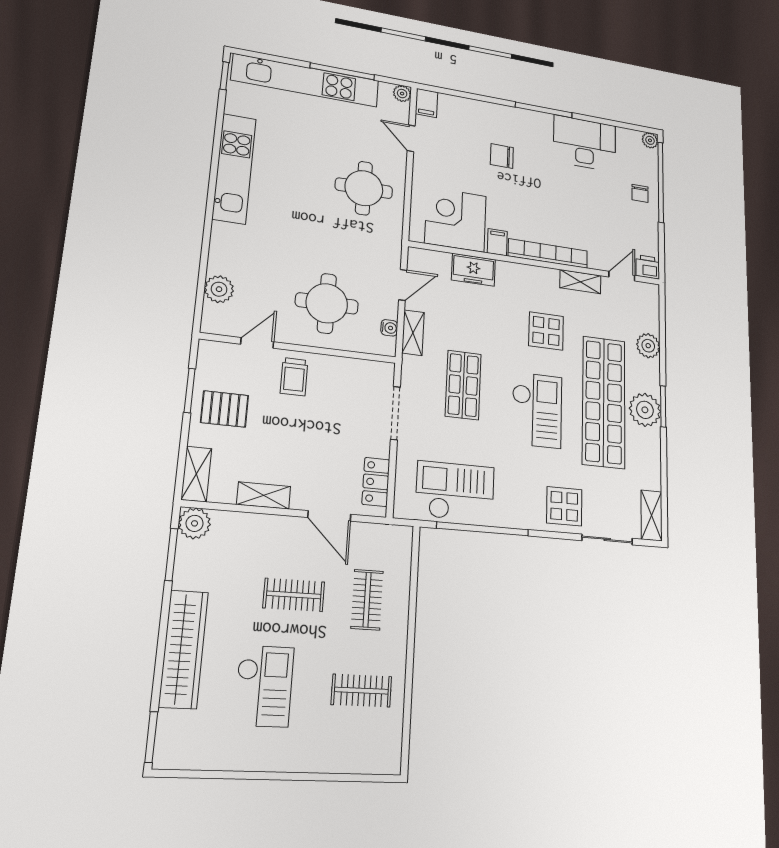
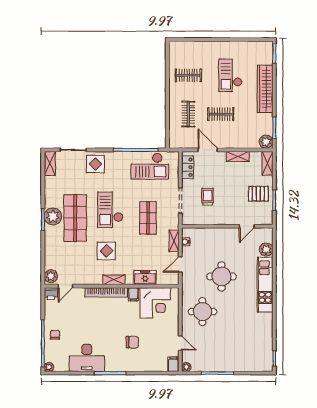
kitchen unit: (306, 80) -> (235, 364), removed
kitchen unit: (234, 169) -> (265, 285), moved
shelving: (580, 282) -> (114, 280), moved
round table: (327, 303) -> (222, 276), moved
plant: (648, 346) -> (51, 276), moved
trolley: (294, 377) -> (208, 197), moved
shop shelf: (604, 402) -> (75, 218), width x0.71

